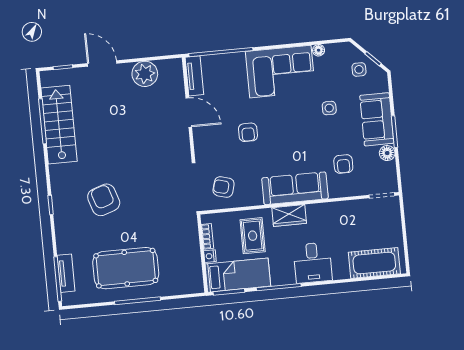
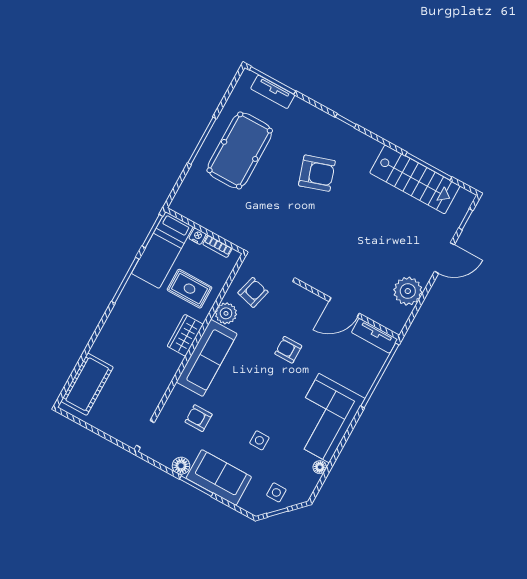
plant: (252, 196) -> (226, 313), added
desk: (313, 263) -> (126, 327), removed

